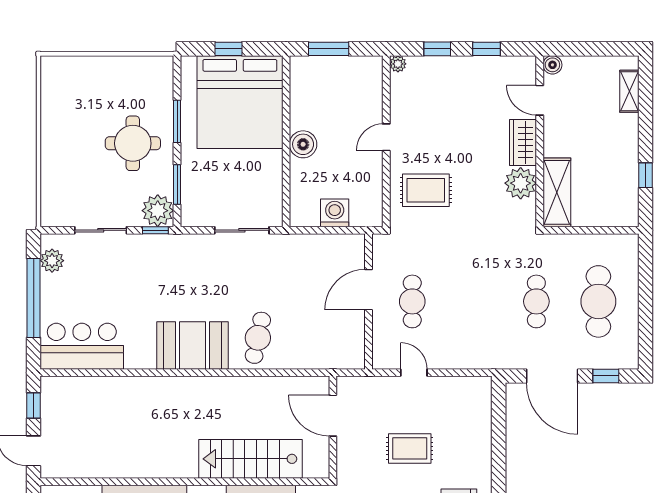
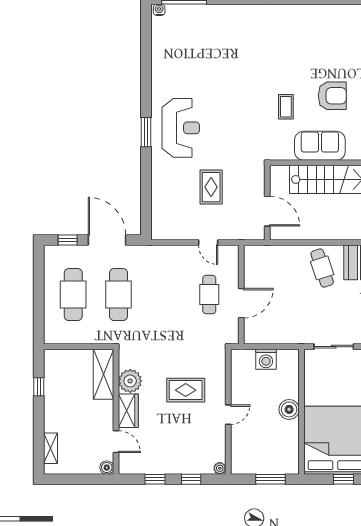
rug: (426, 190) -> (186, 390), moved
cafe table: (536, 301) -> (119, 295), width x1.37, depth x1.35
cafe table: (258, 338) -> (322, 268), turned -30
rug: (410, 448) -> (211, 187), turned 90

